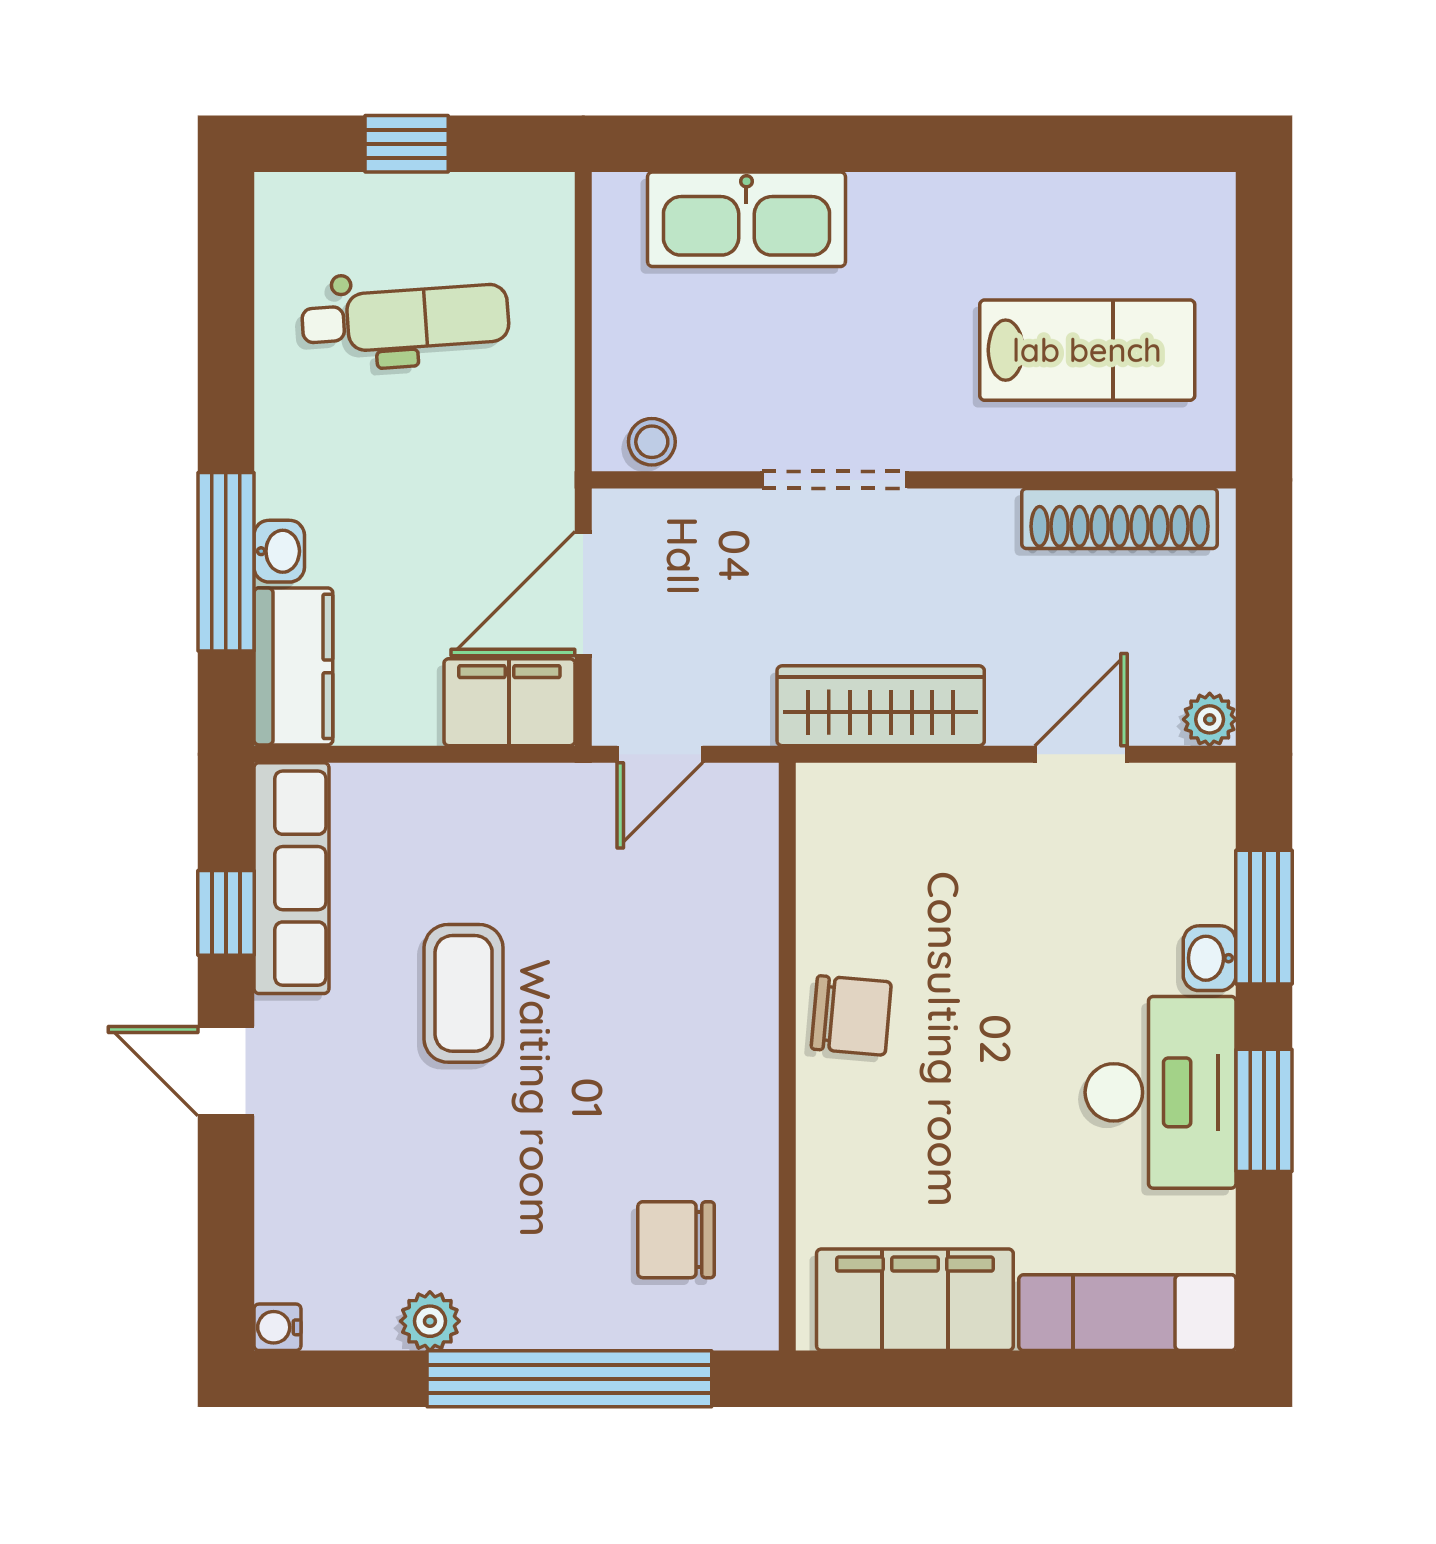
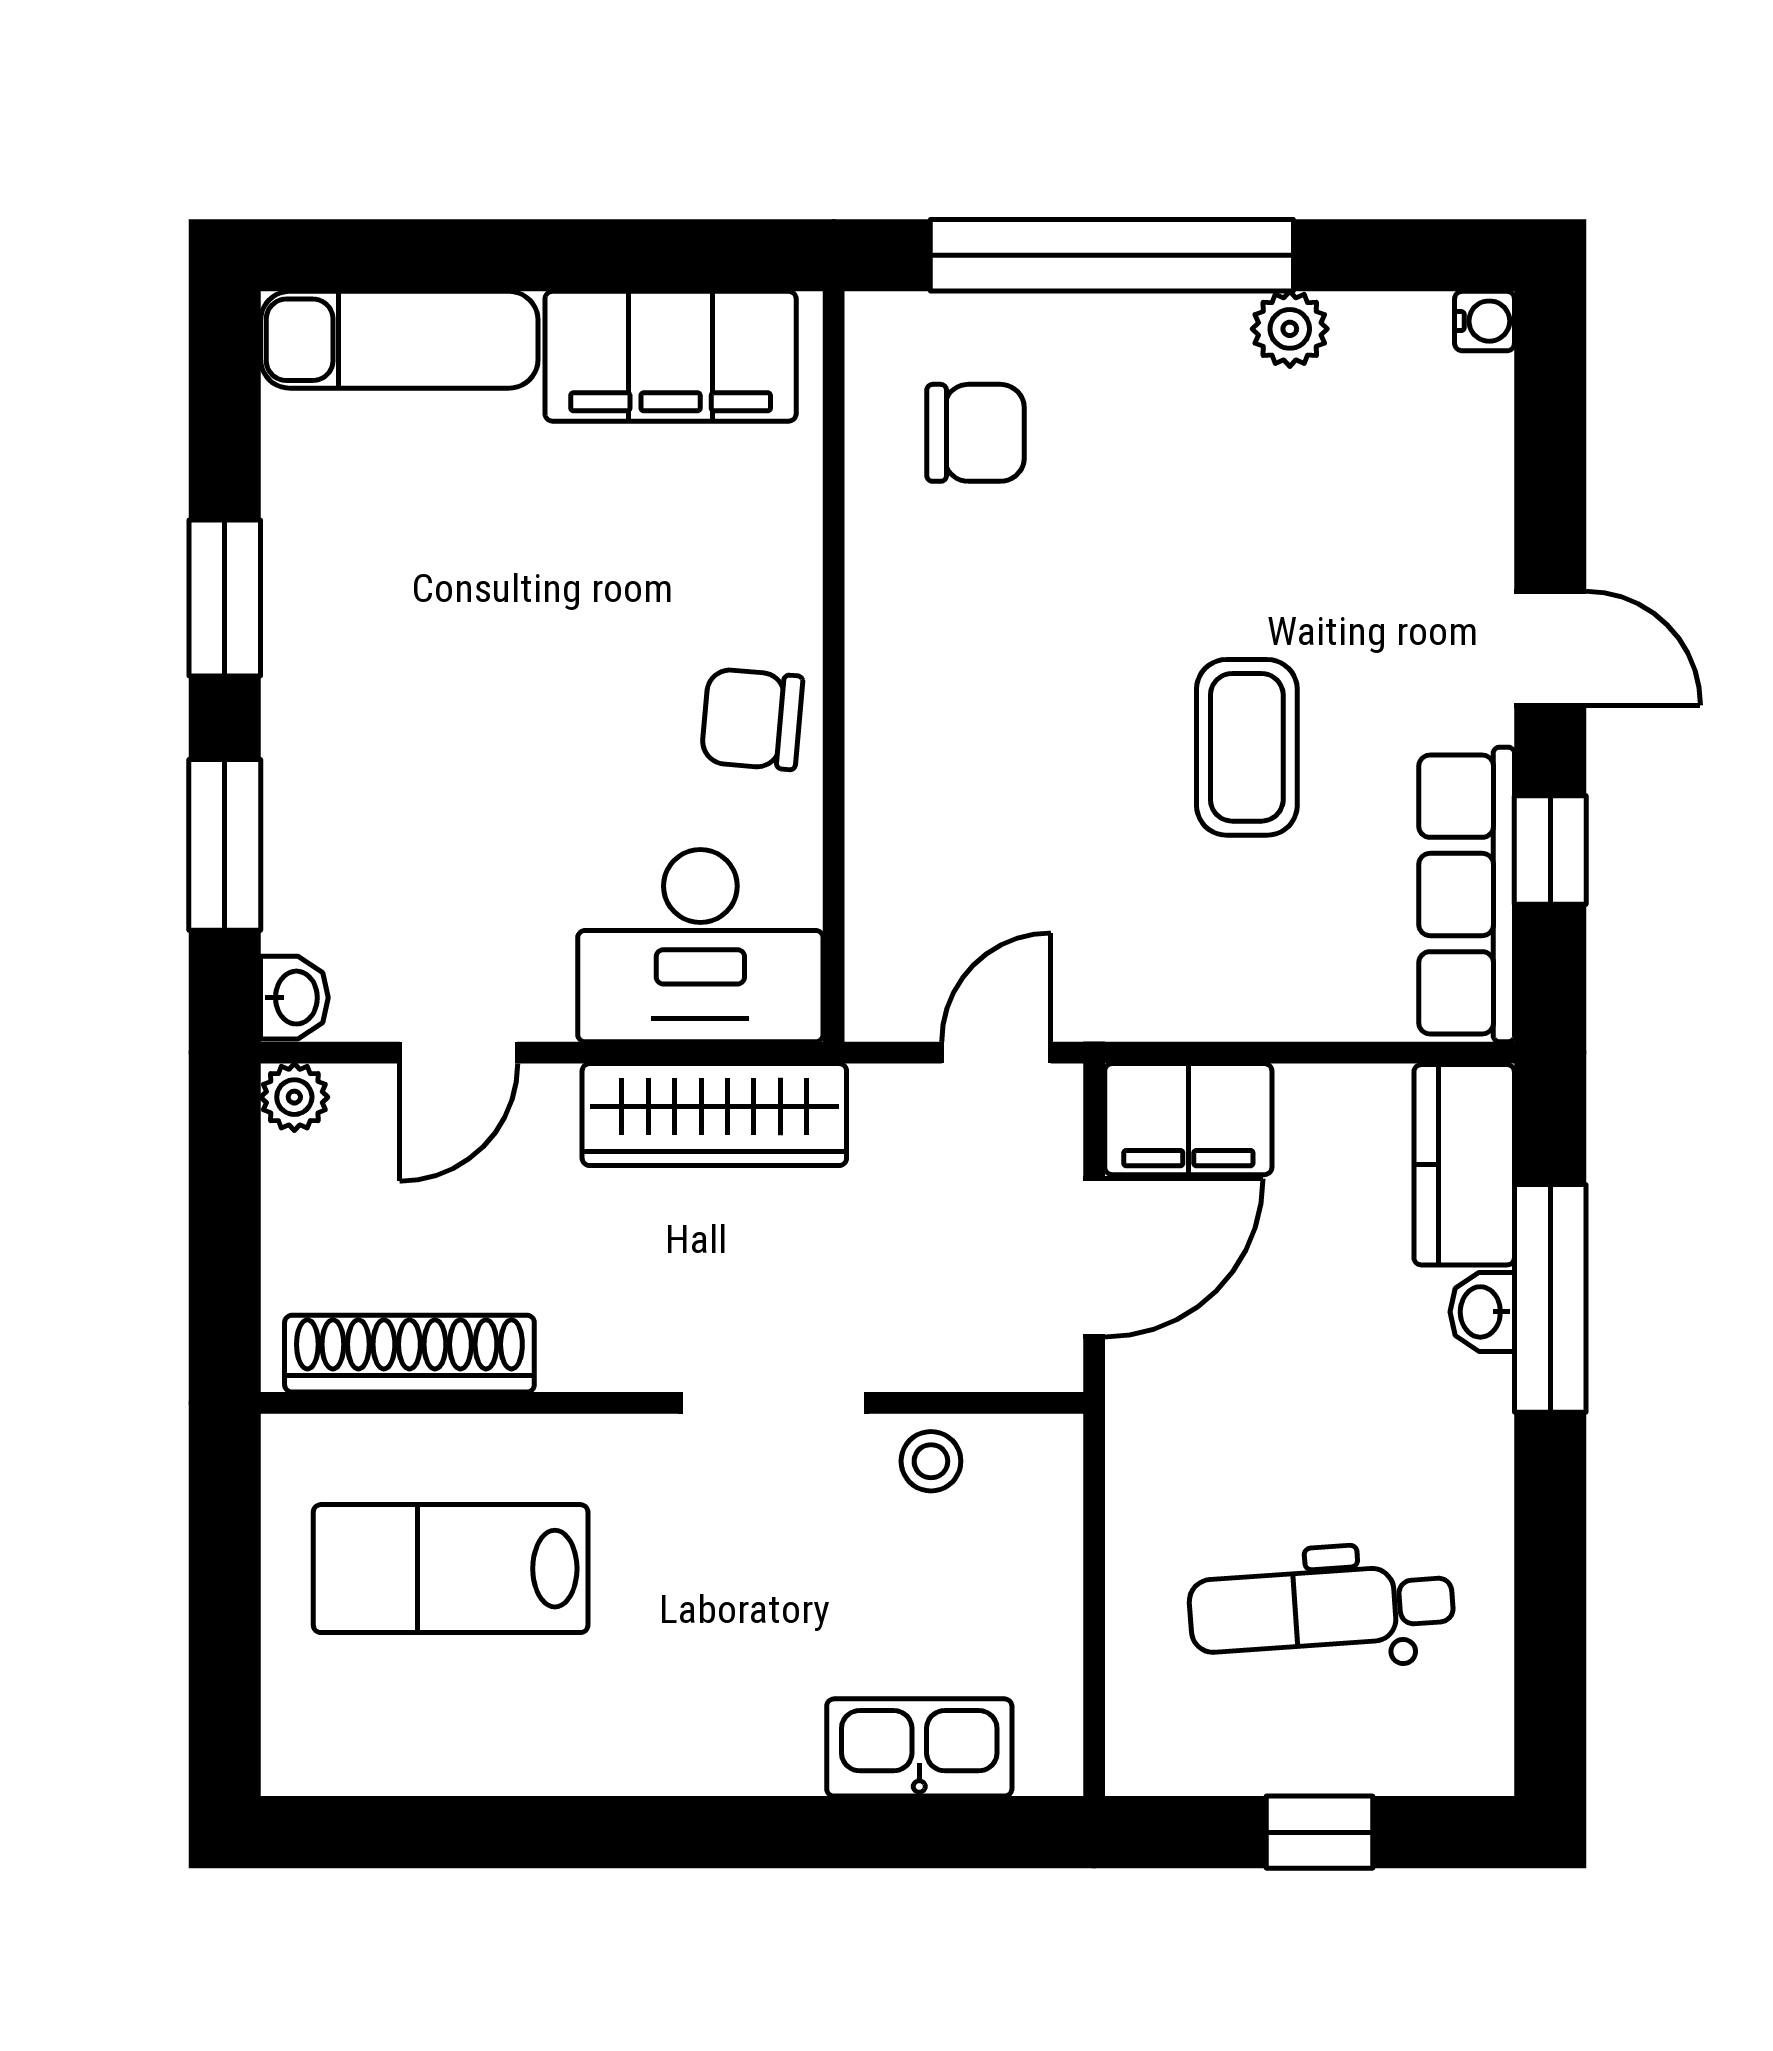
kitchen sink: (746, 219) -> (919, 1747), width x0.73, depth x0.81
stool: (652, 442) -> (931, 1461), moved
washbasin: (1210, 958) -> (294, 998), moved
desk: (1161, 1092) -> (700, 946), moved, turned -90

